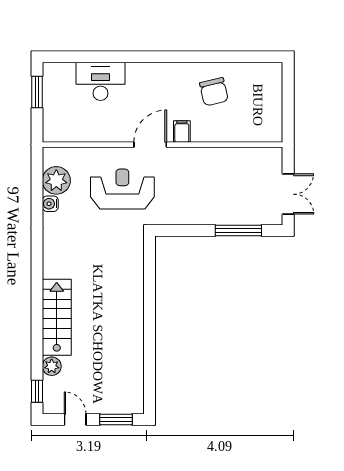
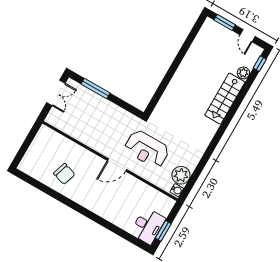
desk: (100, 81) -> (148, 226), moved, turned -90
chair: (214, 92) -> (64, 174), turned 121
filing cabinet: (182, 132) -> (95, 162), removed
double door: (288, 194) -> (56, 93), swing flipped
water cooler: (50, 204) -> (177, 190), moved

